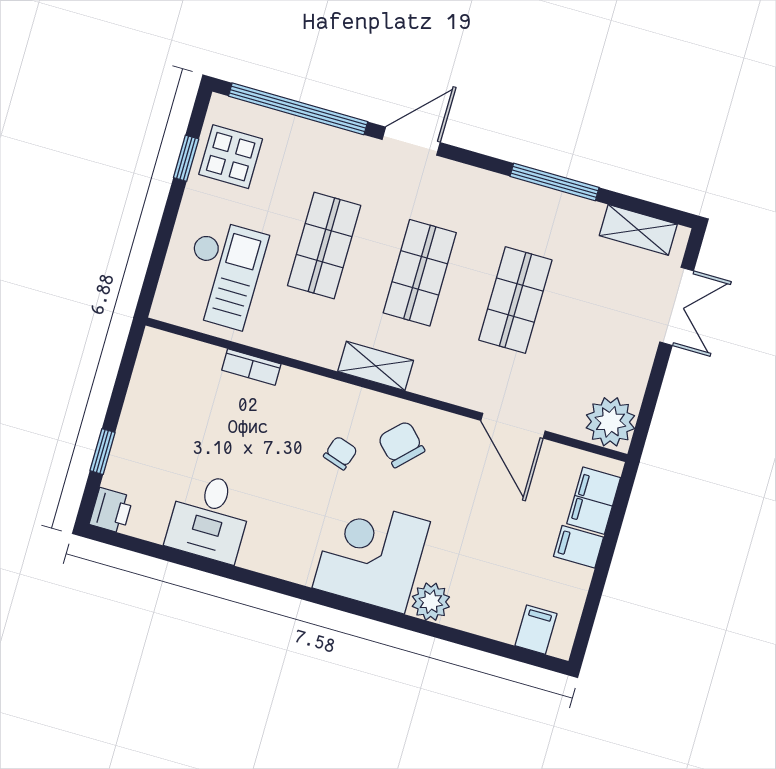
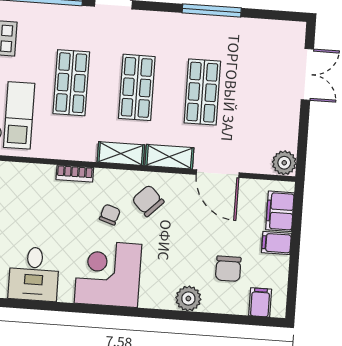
shelving: (638, 230) -> (169, 157), moved
bookcase: (251, 367) -> (75, 174), moved
plant: (610, 422) -> (284, 163), width x0.73, depth x0.73
corner desk: (371, 555) -> (108, 274), moved
chair: (499, 570) -> (228, 269), added

